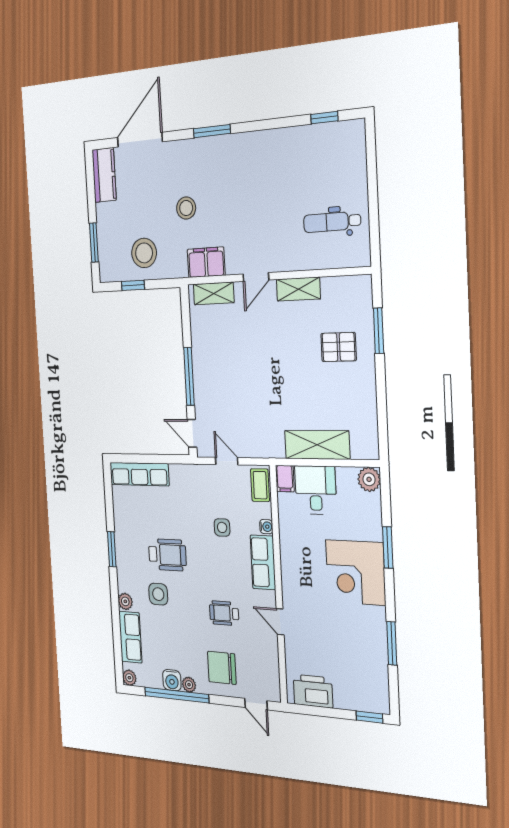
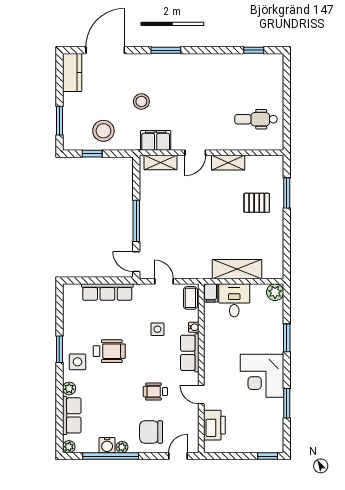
row of seats: (139, 474) -> (107, 292), moved
corner desk: (356, 572) -> (262, 376), moved
side table: (158, 594) -> (77, 362), moved
printer: (313, 691) -> (214, 425), moved, turned 90
door: (256, 704) -> (178, 456), swing flipped

